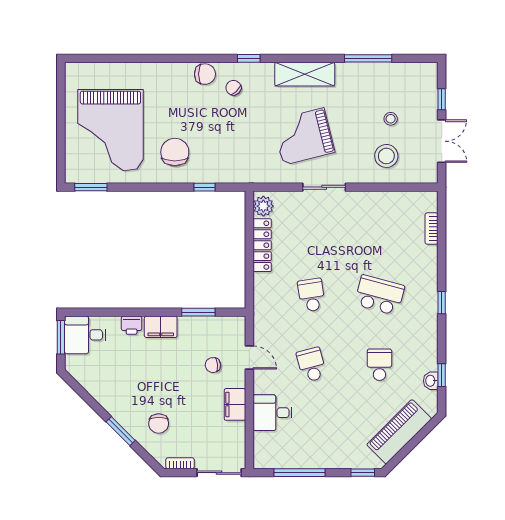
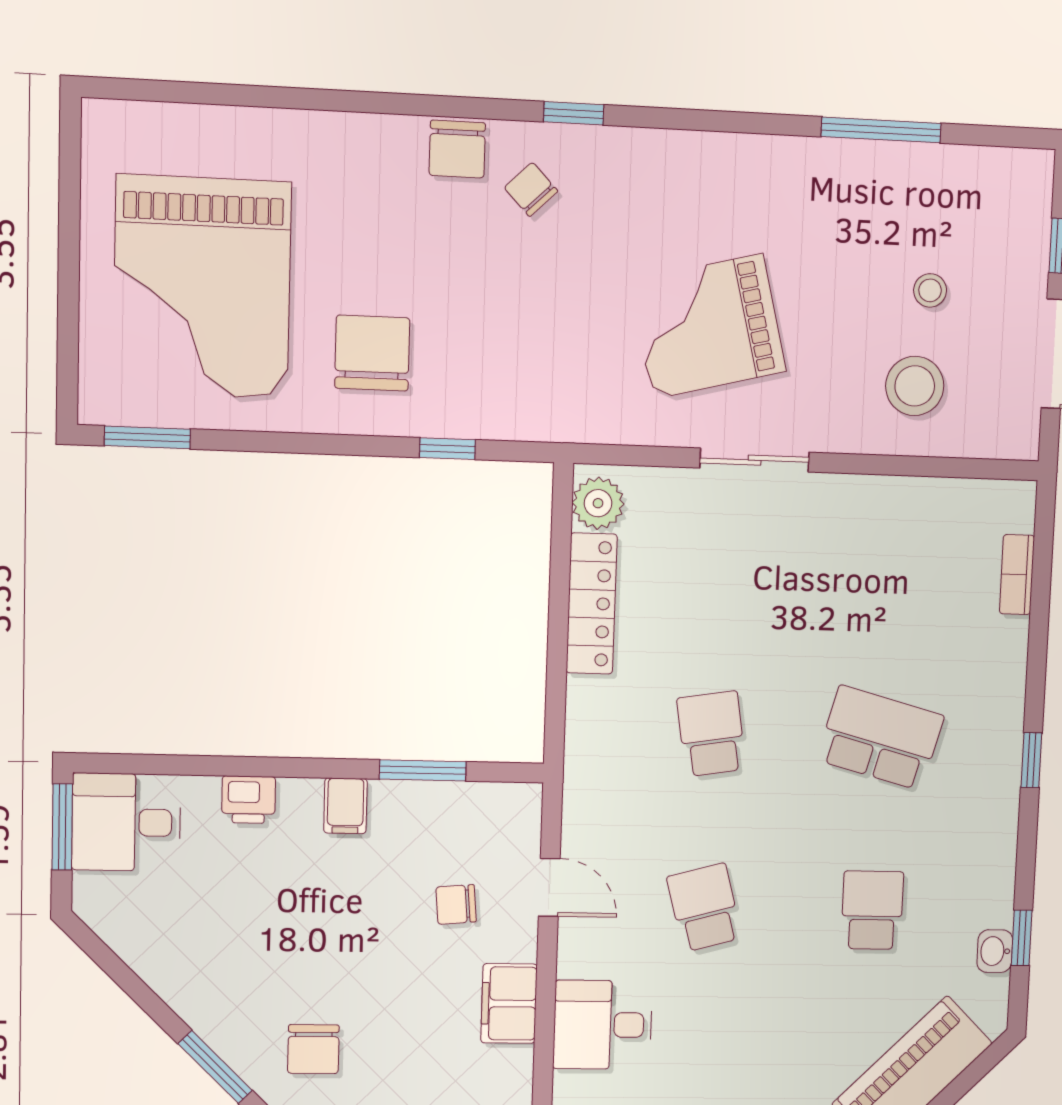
chair: (205, 74) -> (457, 149), turned 90
shelving: (305, 74) -> (717, 163), removed
filing cabinet: (161, 327) -> (345, 806), width x0.50

